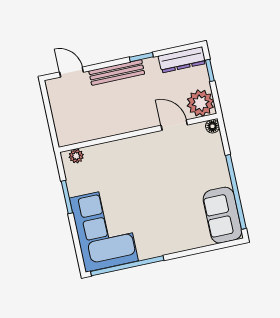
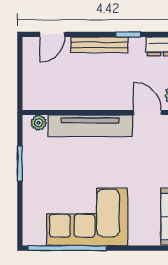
door: (71, 72) -> (52, 34), swing flipped
tv unit: (124, 149) -> (90, 126), added
corner sofa: (104, 229) -> (87, 217), moved, turned -90

